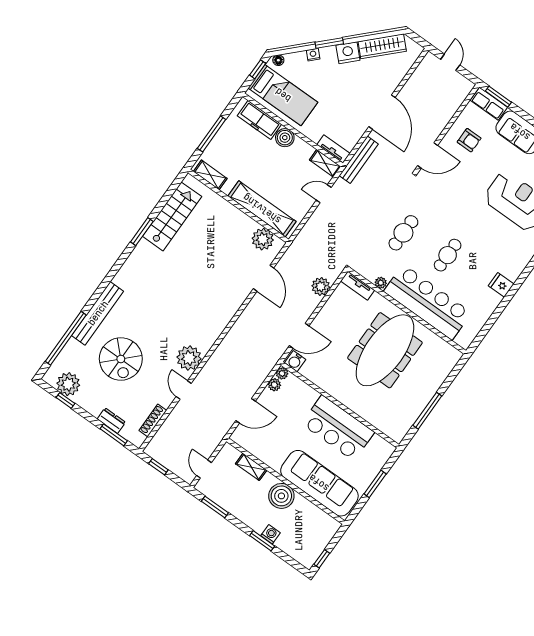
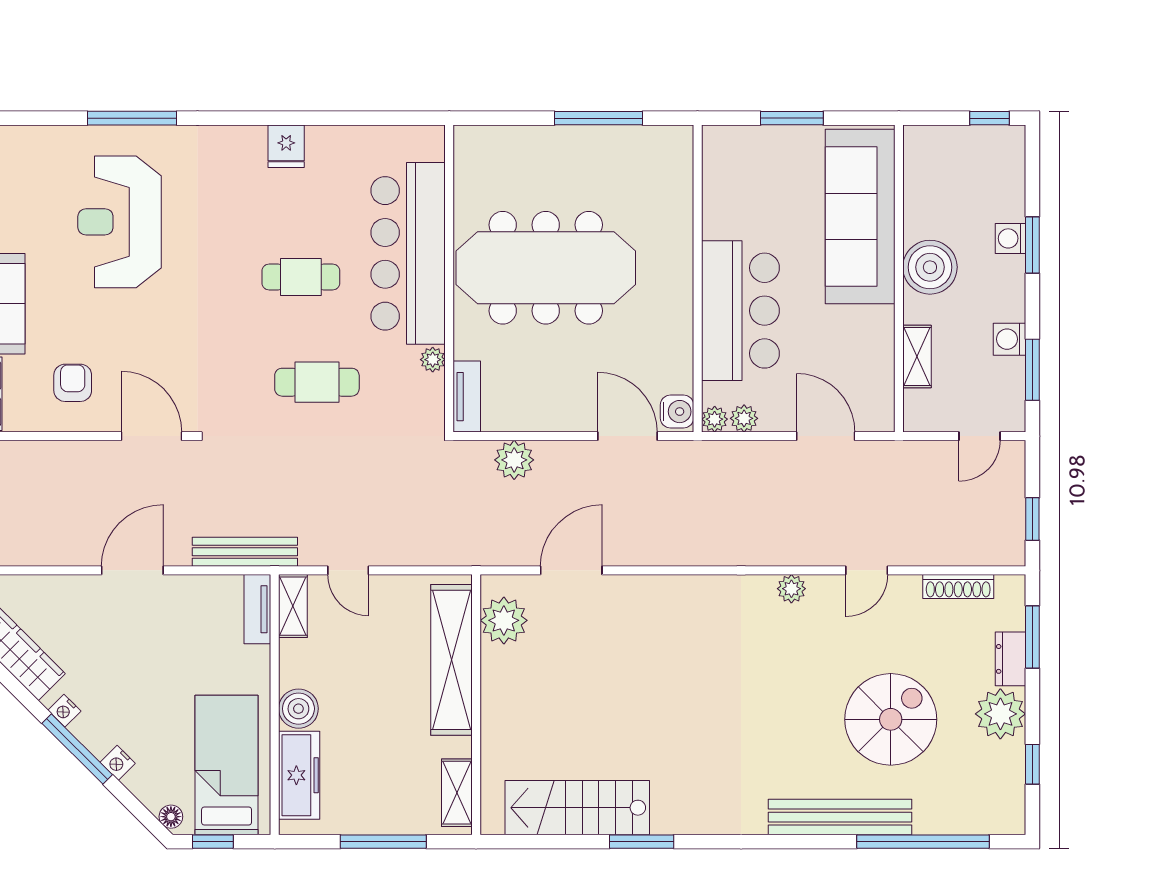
window: (329, 43) -> (77, 749), width x1.44
nightstand: (348, 53) -> (64, 711), width x0.53, depth x0.56
door: (382, 112) -> (132, 570), width x0.73
plant: (189, 358) -> (791, 589), width x0.53, depth x0.53
plant: (68, 384) -> (1000, 714), moved
bar counter: (338, 428) -> (740, 311), moved
washing machine: (233, 507) -> (1010, 339), added

